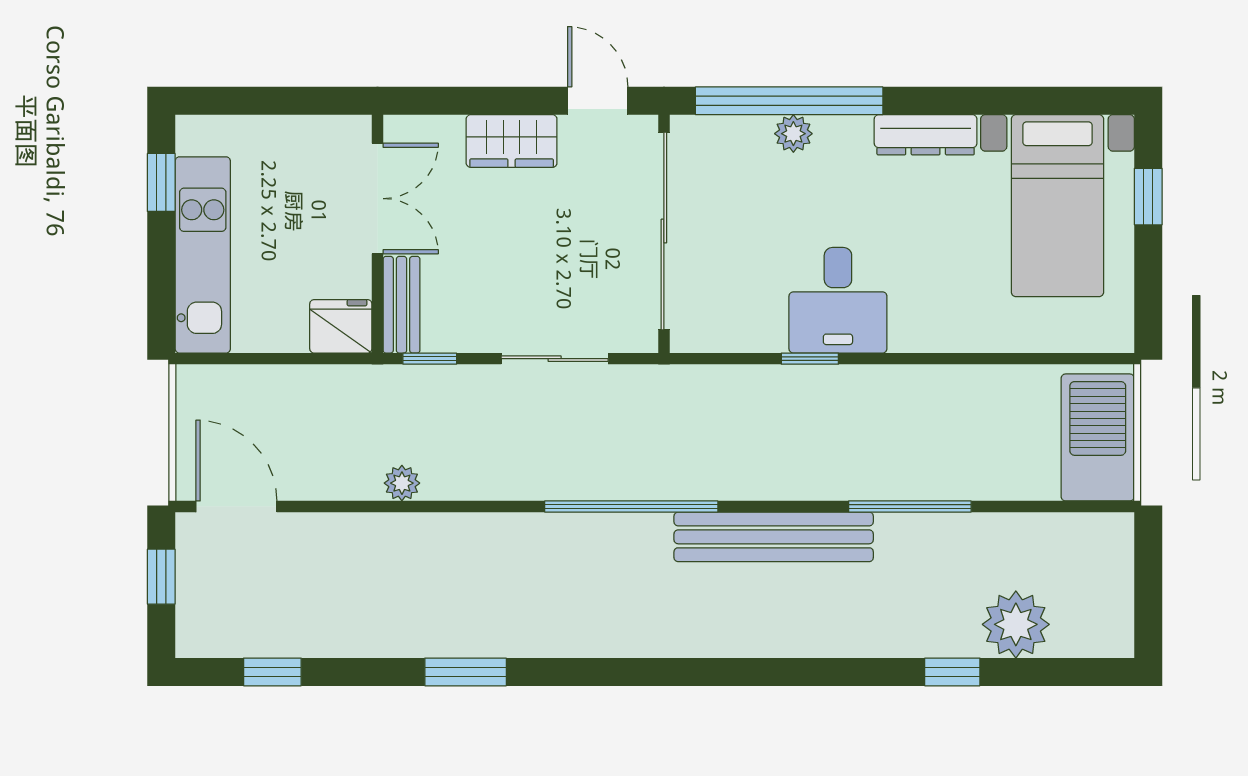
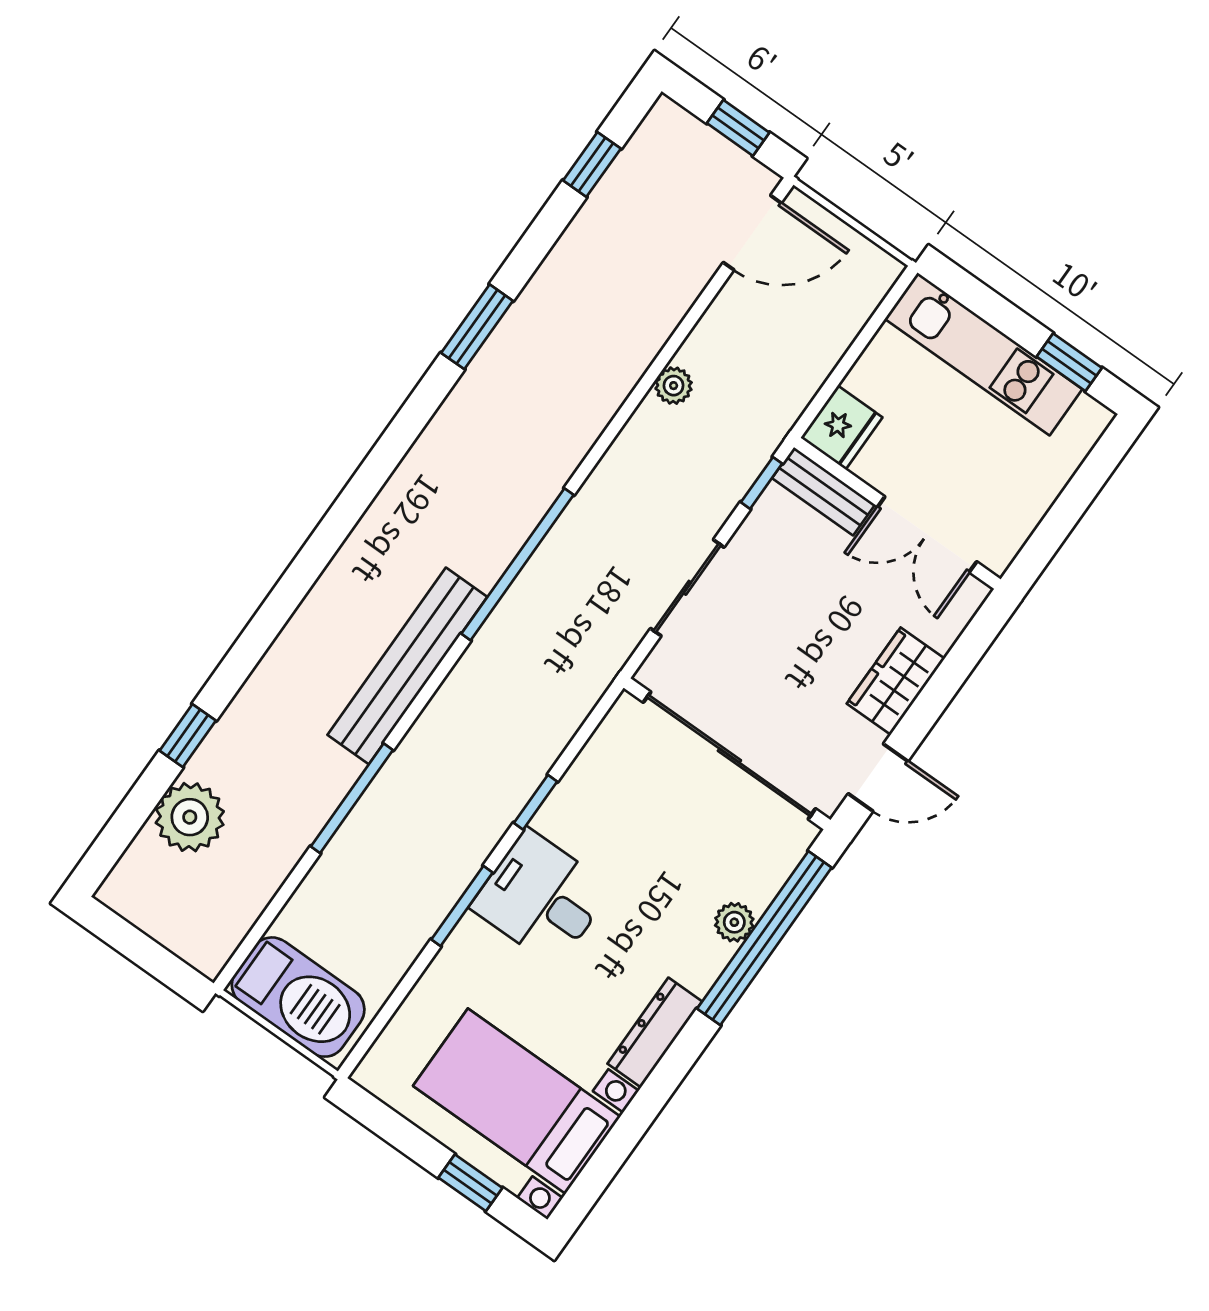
desk: (838, 300) -> (541, 898), moved
window: (933, 359) -> (462, 906), added

